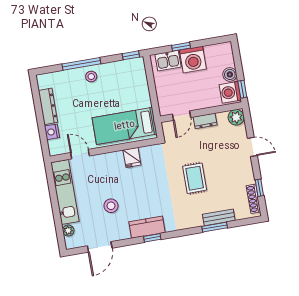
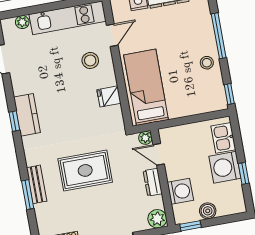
window: (181, 47) -> (244, 173), moved
stool: (91, 77) -> (207, 63), moved
washing machine: (230, 92) -> (180, 191), moved, turned 90
plant: (167, 127) -> (145, 138), added
rug: (195, 178) -> (85, 170), width x1.36, depth x1.43
stool: (111, 206) -> (90, 60), moved
bench: (219, 217) -> (37, 184), moved

